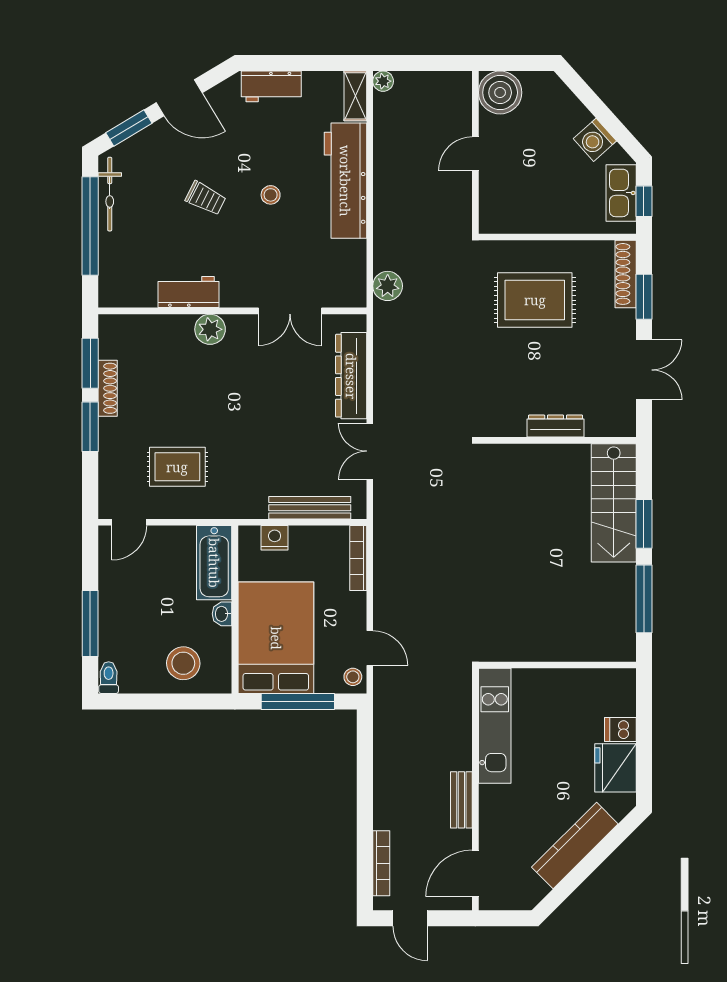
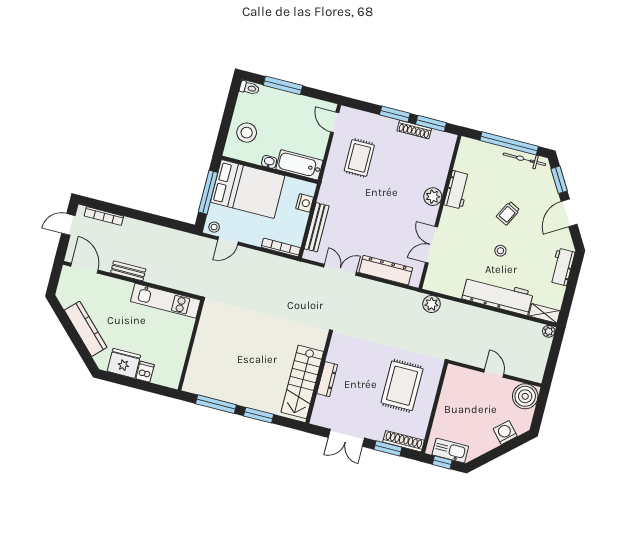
washing machine: (595, 140) -> (505, 433), moved
stairs: (614, 503) -> (302, 382), moved, turned -90

